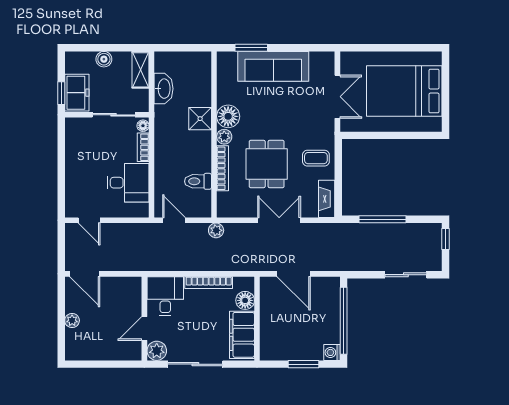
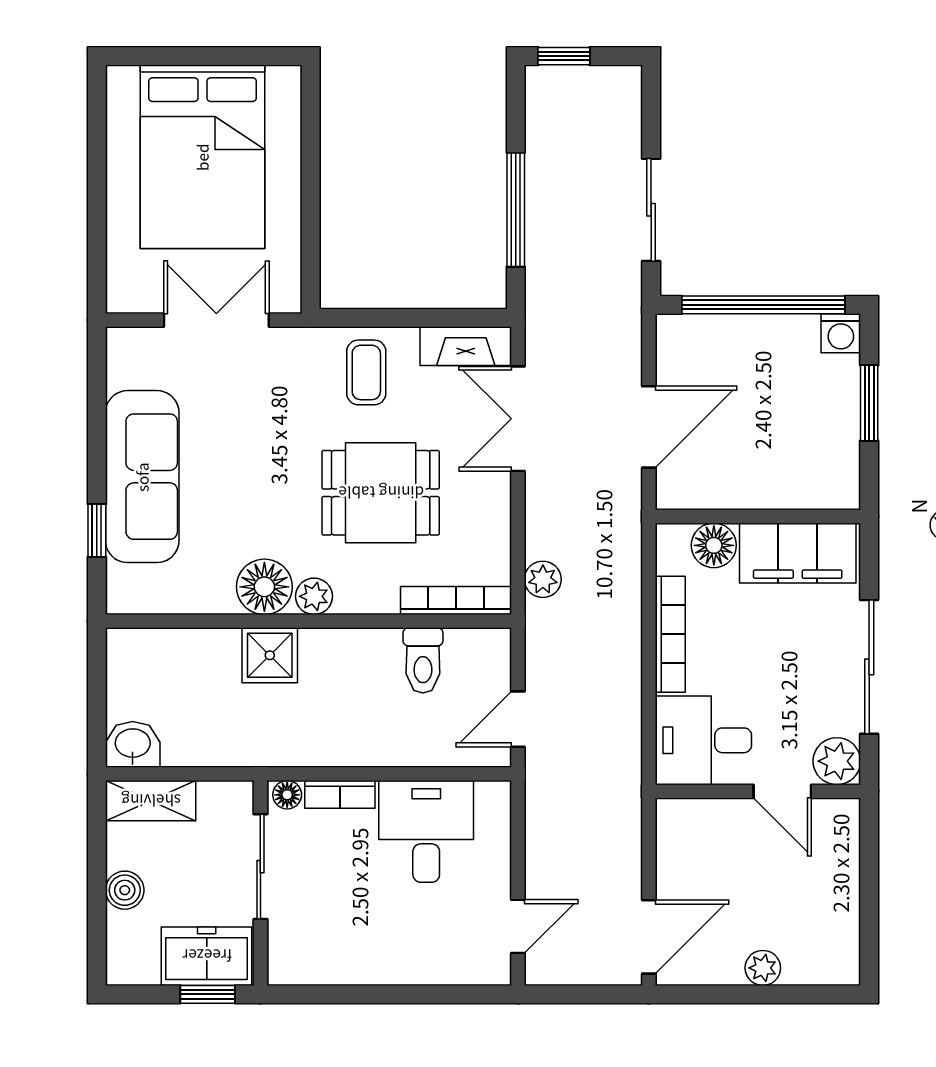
window: (251, 48) -> (97, 530), width x0.67
washbasin: (164, 89) -> (133, 744), moved, width x0.72
bookcase: (223, 168) -> (456, 600), moved
double door: (279, 220) -> (518, 419), moved
plant: (216, 230) -> (543, 579), moved
sliding door: (406, 275) -> (651, 210), moved

